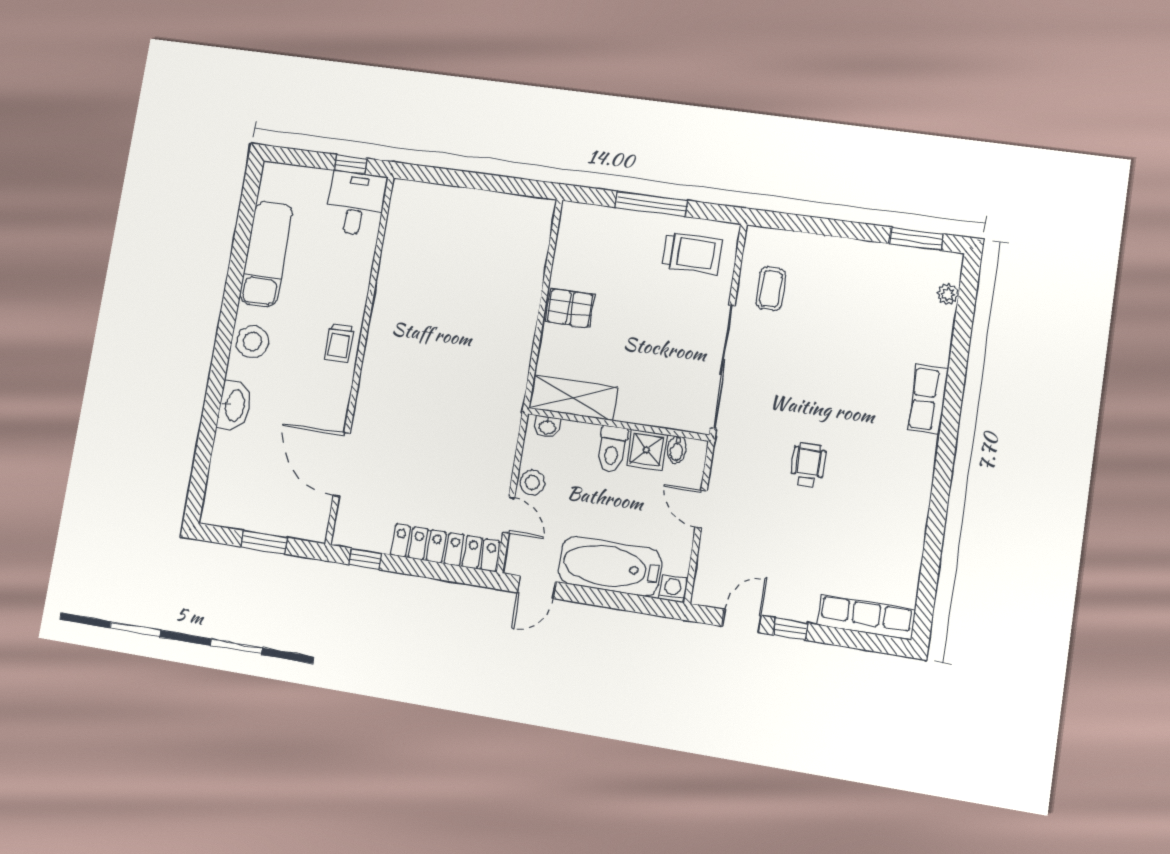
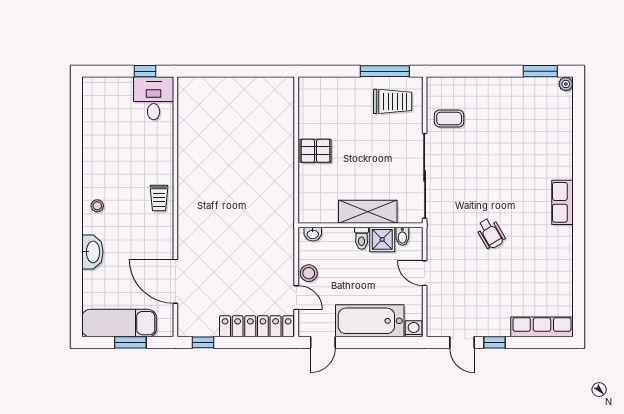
window: (651, 204) -> (385, 71), moved
exam couch: (266, 254) -> (119, 323), moved, turned -90
coffee table: (771, 289) -> (449, 119), turned 90
plant: (948, 294) -> (566, 84), moved
stool: (252, 342) -> (97, 206), width x0.53, depth x0.53
shelving: (573, 398) -> (368, 212), moved
row of seats: (928, 399) -> (562, 202), moved
toilet: (612, 449) -> (362, 238), width x0.73, depth x0.72
wheelchair: (808, 465) -> (491, 233), turned 150
door: (742, 621) -> (462, 342), swing flipped

